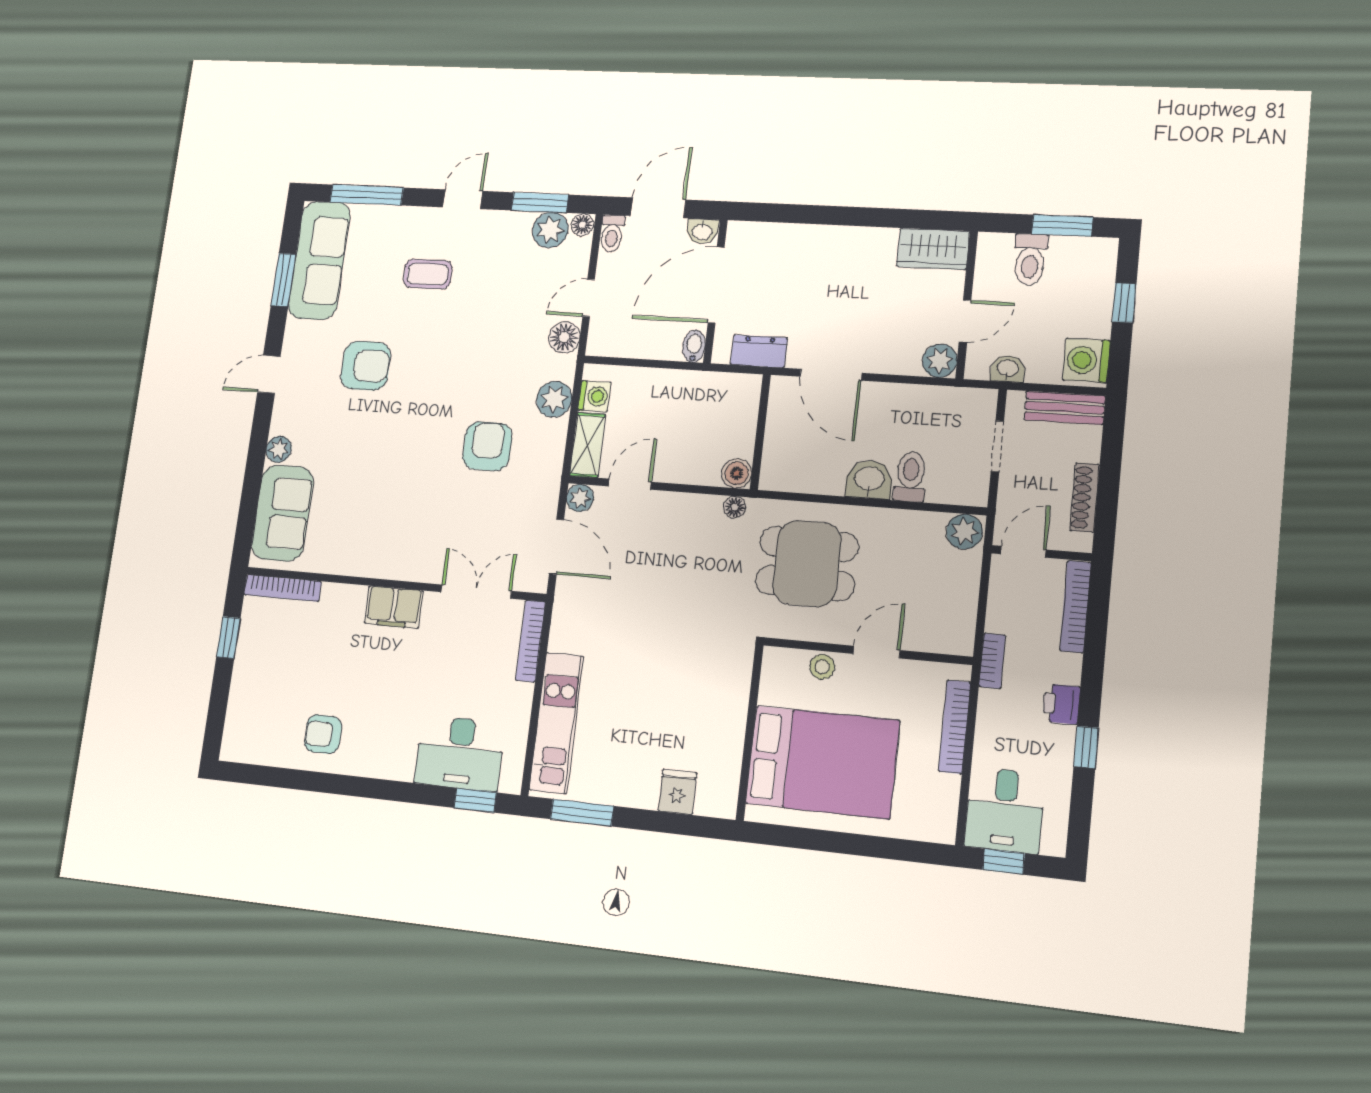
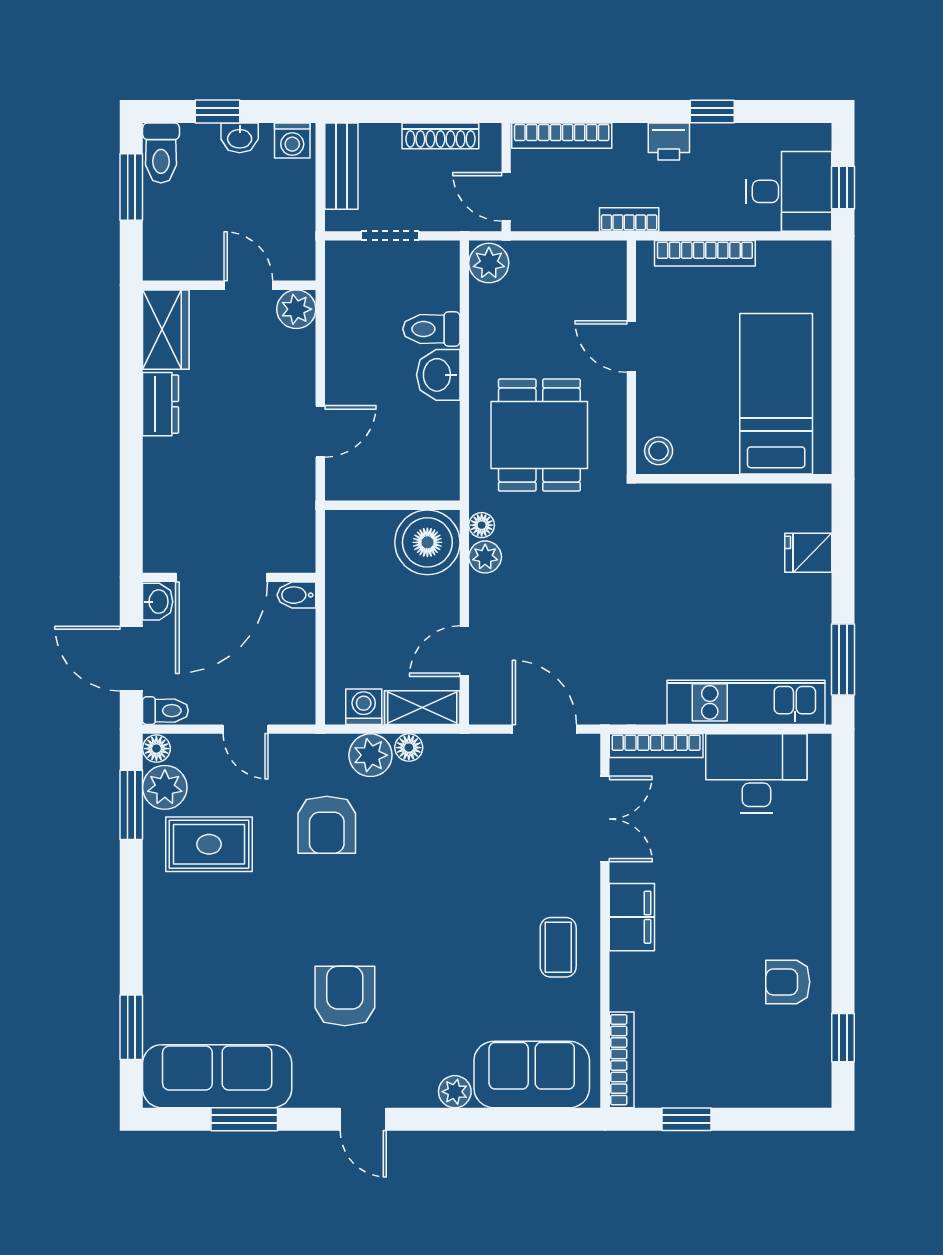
window: (367, 195) -> (131, 1027), width x0.69
door: (463, 199) -> (131, 903), removed
toilet: (1030, 260) -> (161, 153), moved, turned 90
rug: (500, 263) -> (209, 844), added
coffee table: (428, 274) -> (558, 947), moved
door: (716, 285) -> (222, 577), hinge flipped
floor lamp: (564, 337) -> (409, 748), moved, width x0.73, depth x0.73
dresser: (759, 351) -> (161, 404), moved, turned 180
washing machine: (1086, 360) -> (292, 141), width x0.73, depth x0.73
washbasin: (1008, 369) -> (240, 138), moved, turned -90
door: (831, 375) -> (320, 431), width x0.73
armchair: (487, 446) -> (327, 825), moved, turned -90
boiler: (737, 473) -> (427, 542), width x1.86, depth x1.86
door: (630, 484) -> (464, 651), hinge flipped
plant: (580, 498) -> (485, 557), moved
door: (556, 547) -> (544, 729), hinge flipped
double door: (476, 592) -> (605, 819), swing flipped
stool: (822, 667) -> (659, 451), moved
armchair: (323, 734) -> (788, 982), turned 90
desk: (460, 753) -> (756, 773), moved, turned -90
bed: (822, 762) -> (776, 394), width x0.67
window: (475, 800) -> (843, 1038), moved

